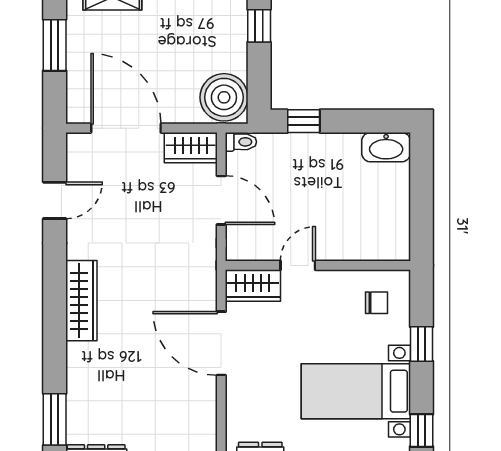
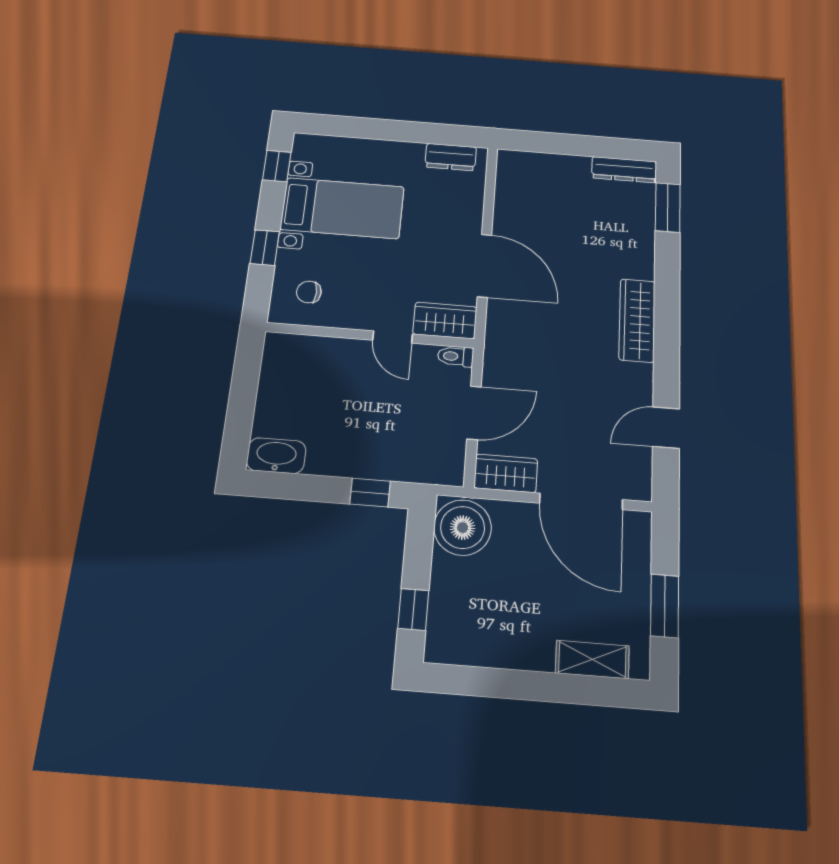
toilet: (241, 142) -> (456, 356), moved
door: (221, 200) -> (474, 413), swing flipped
door: (298, 265) -> (393, 337), hinge flipped

